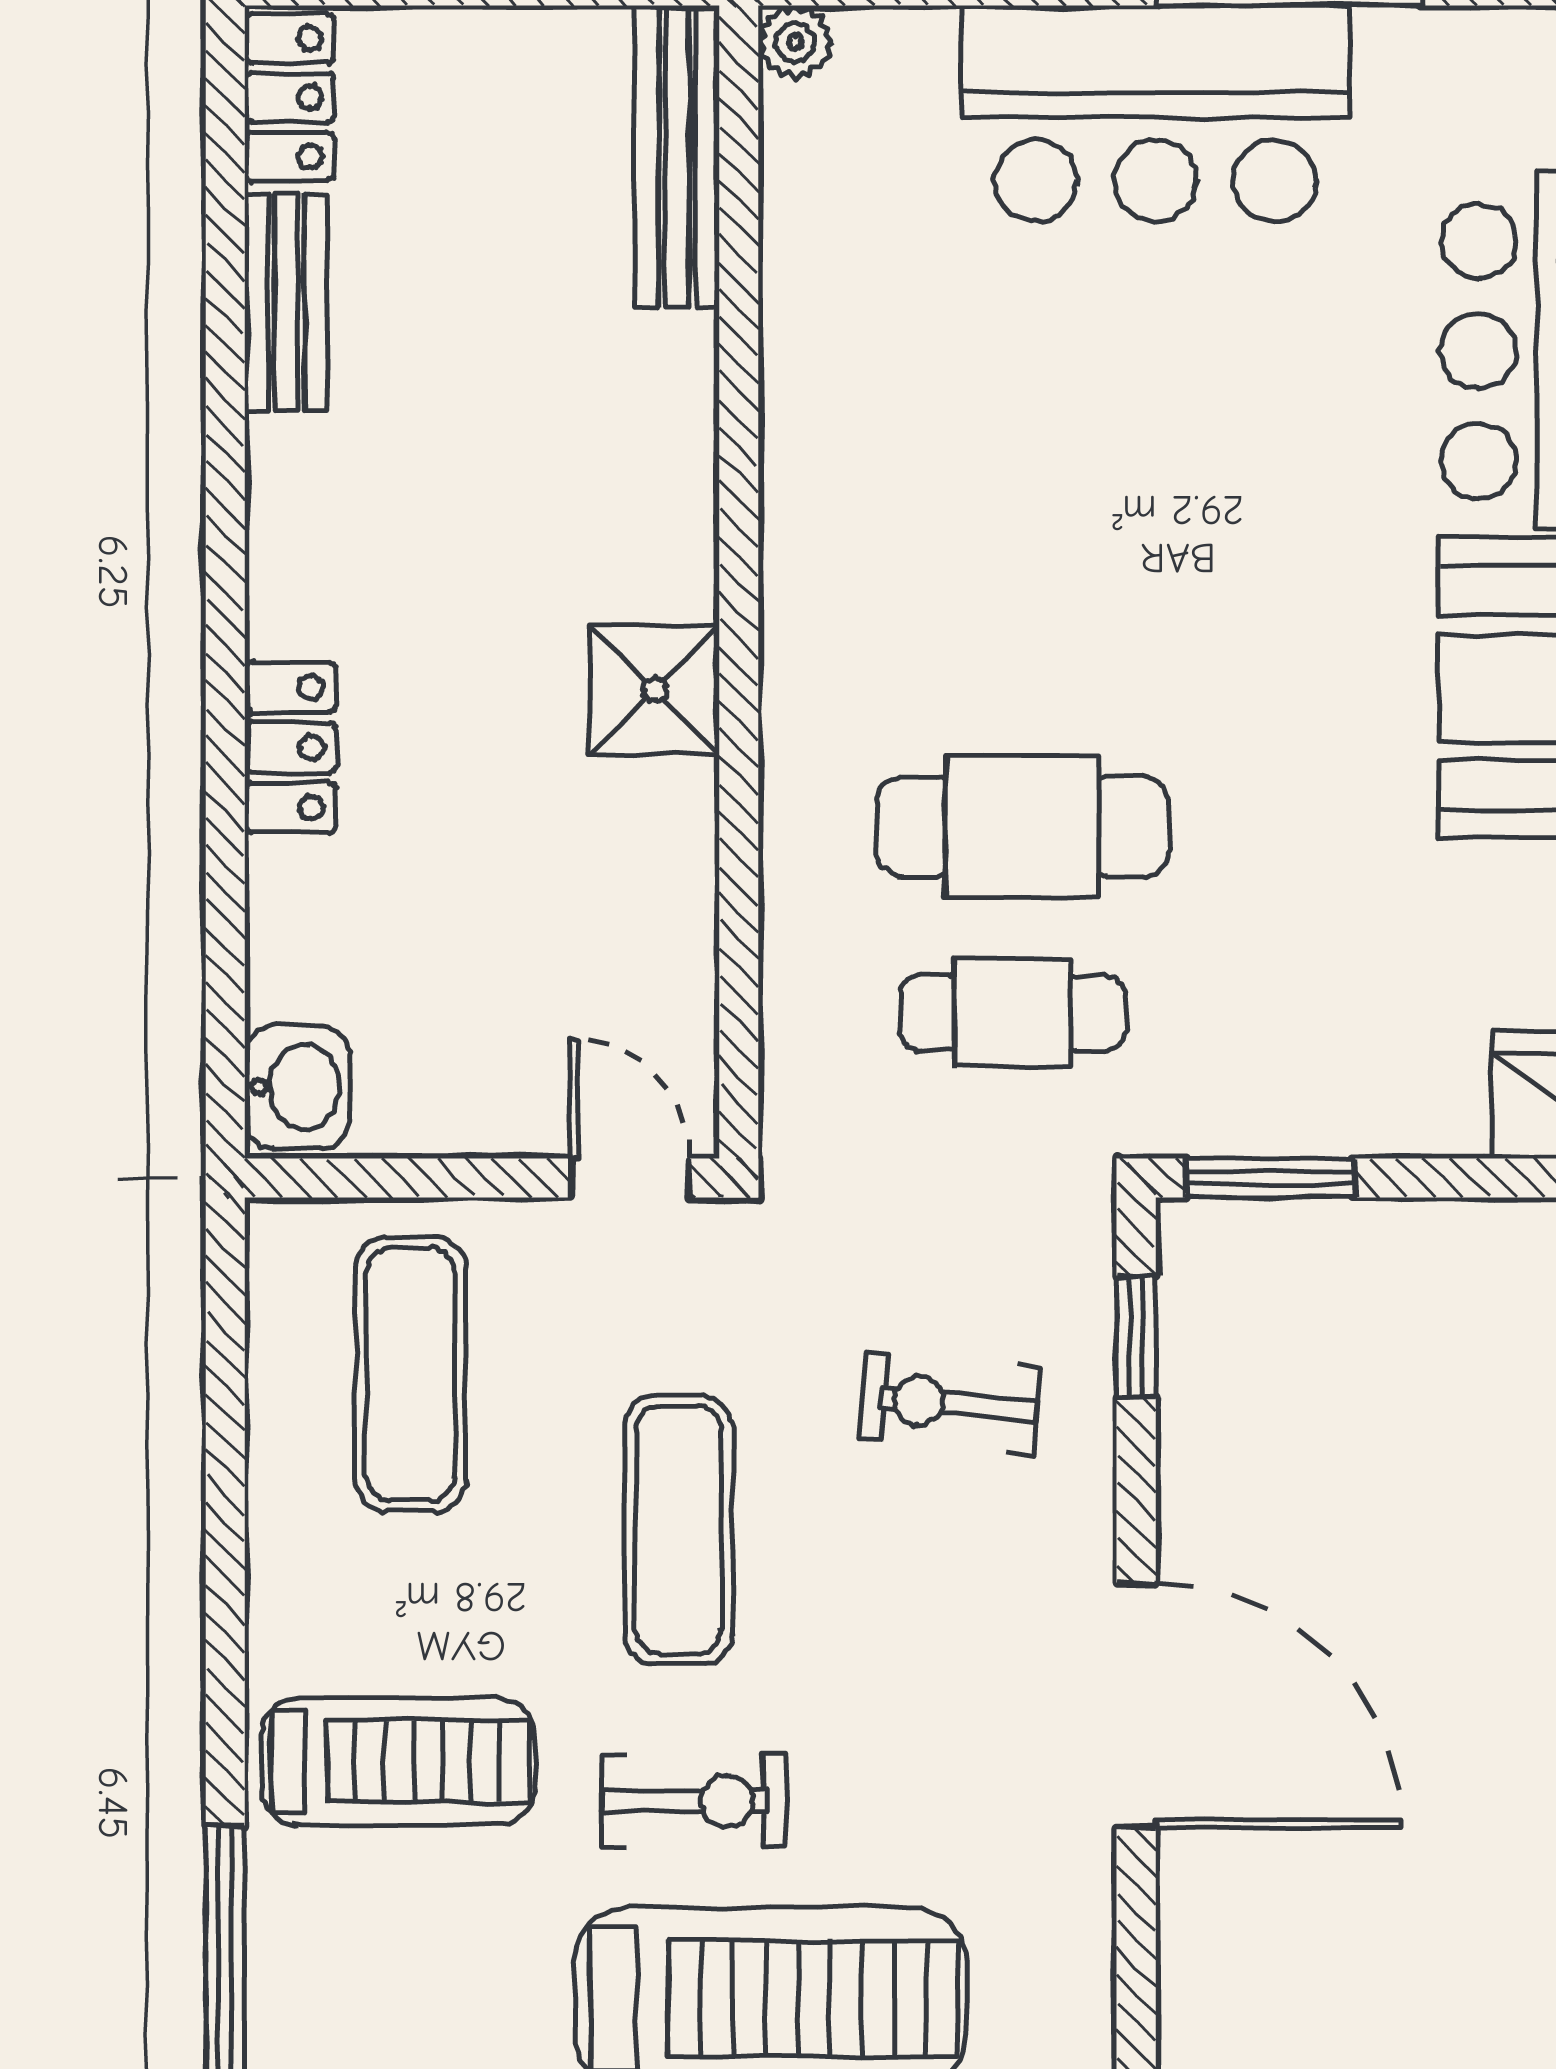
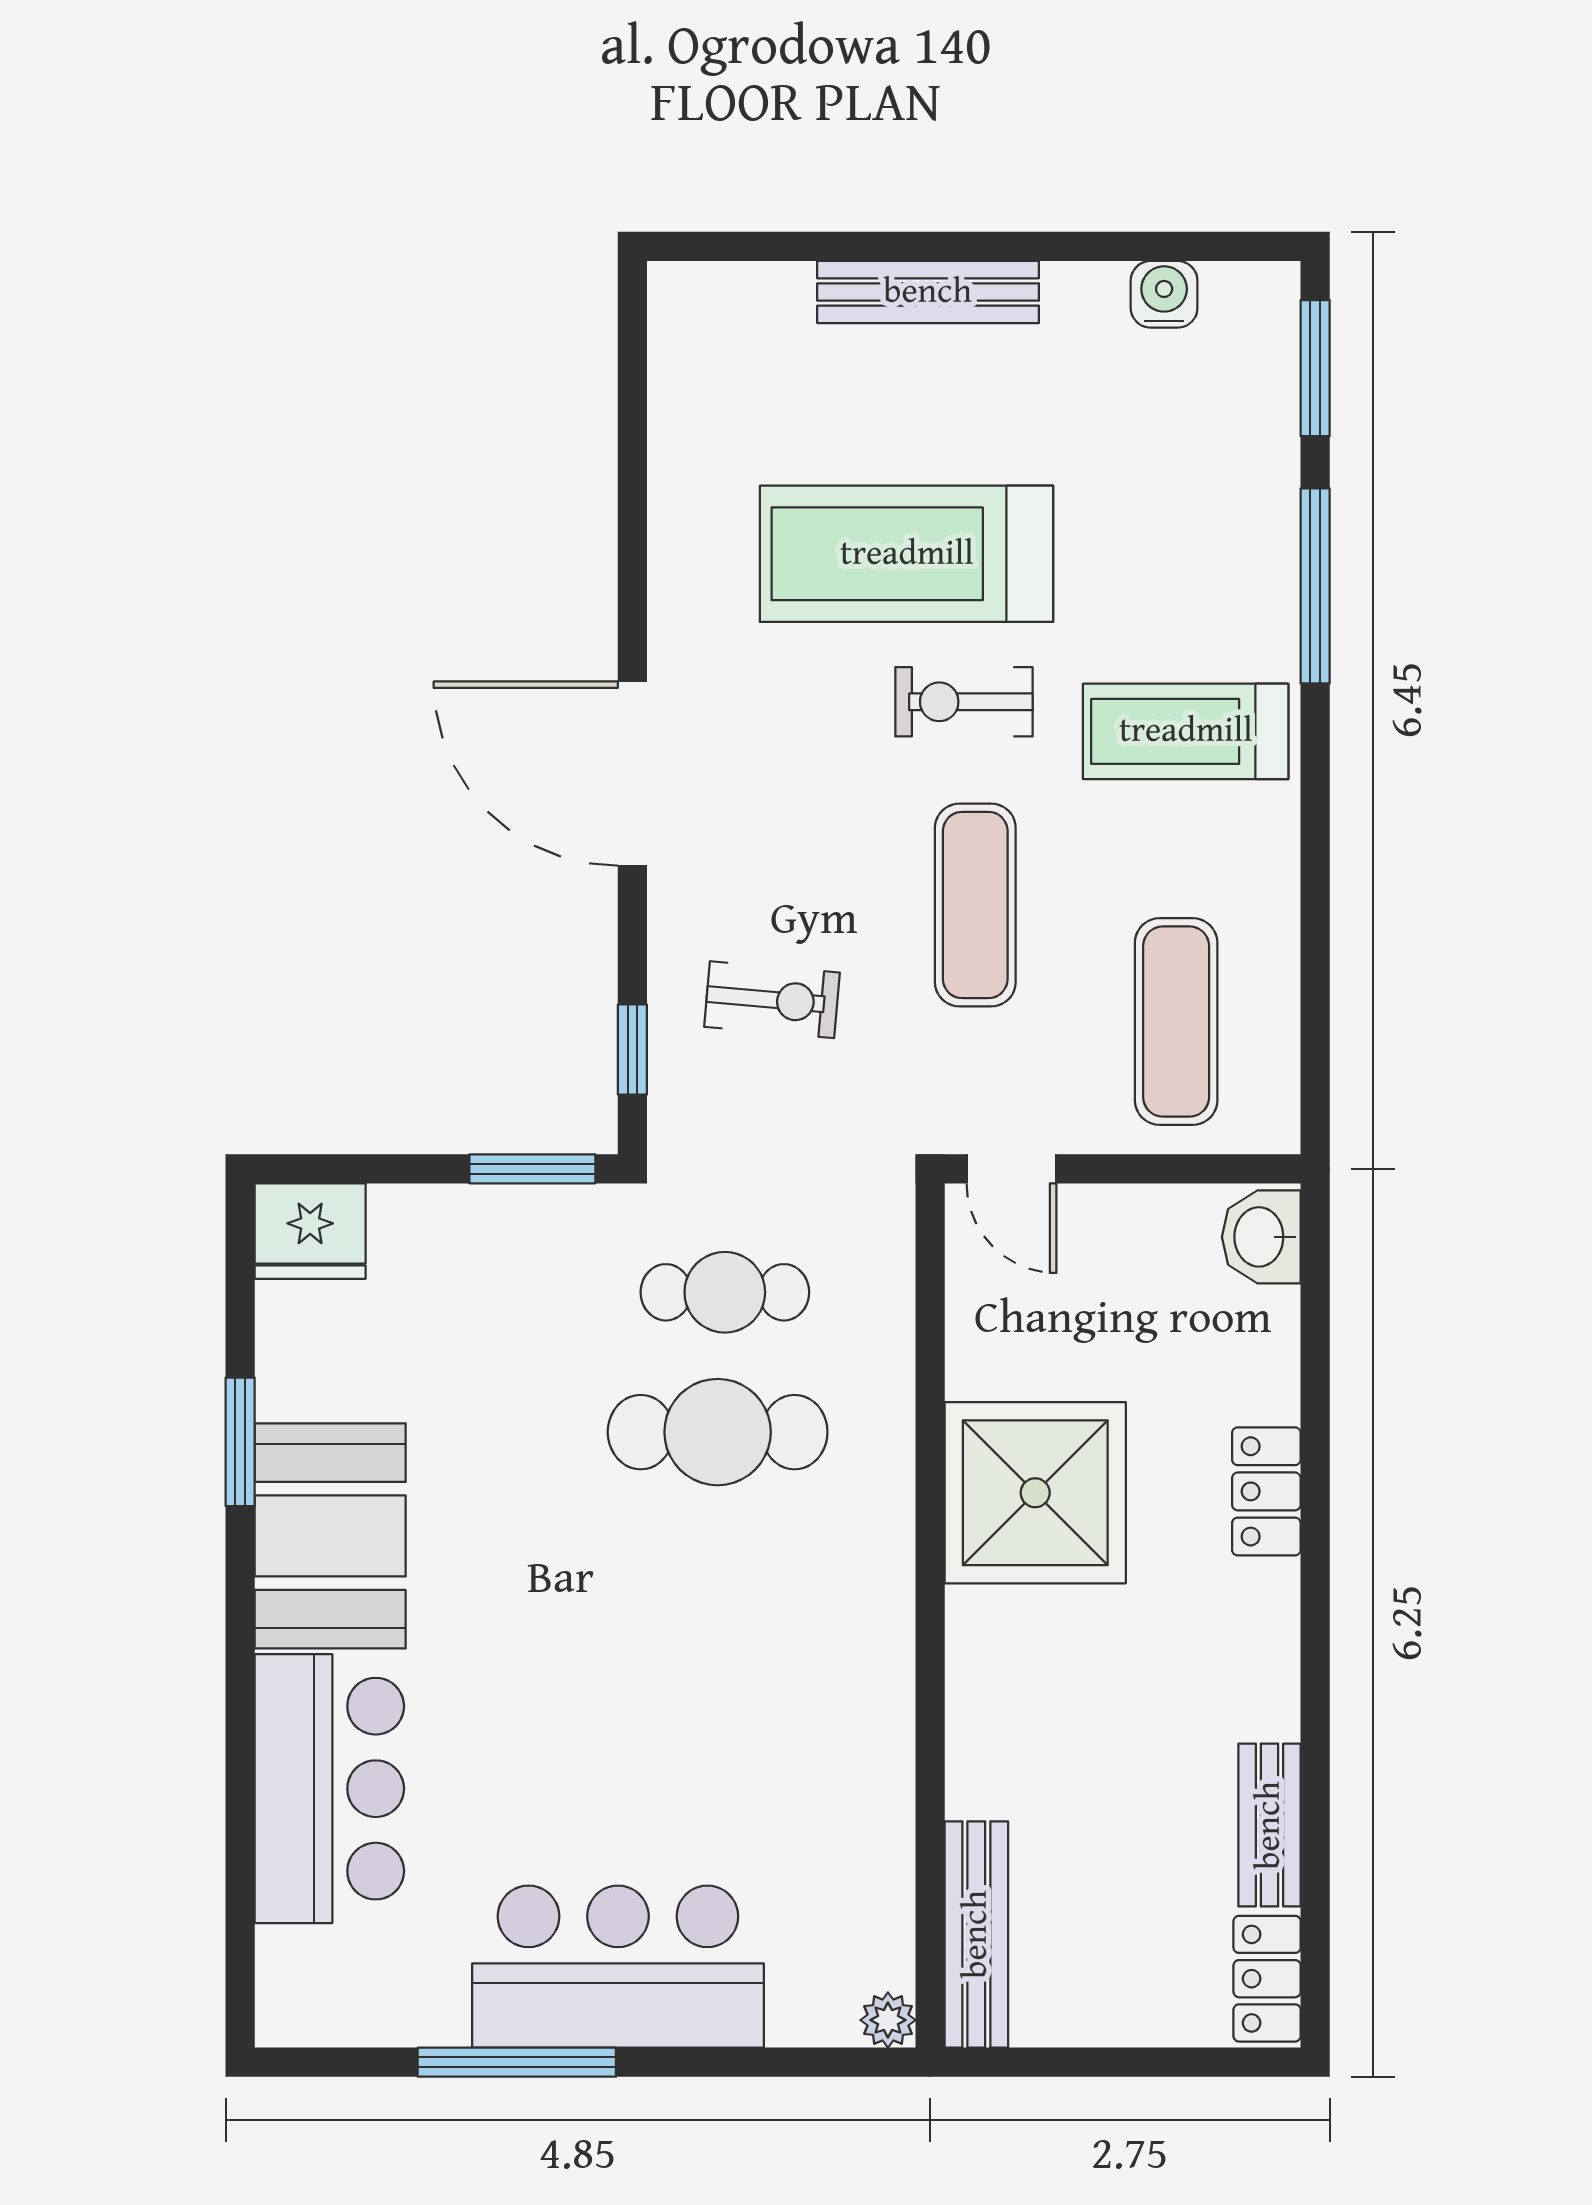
shower: (655, 690) -> (1035, 1493), width x1.86, depth x1.86

